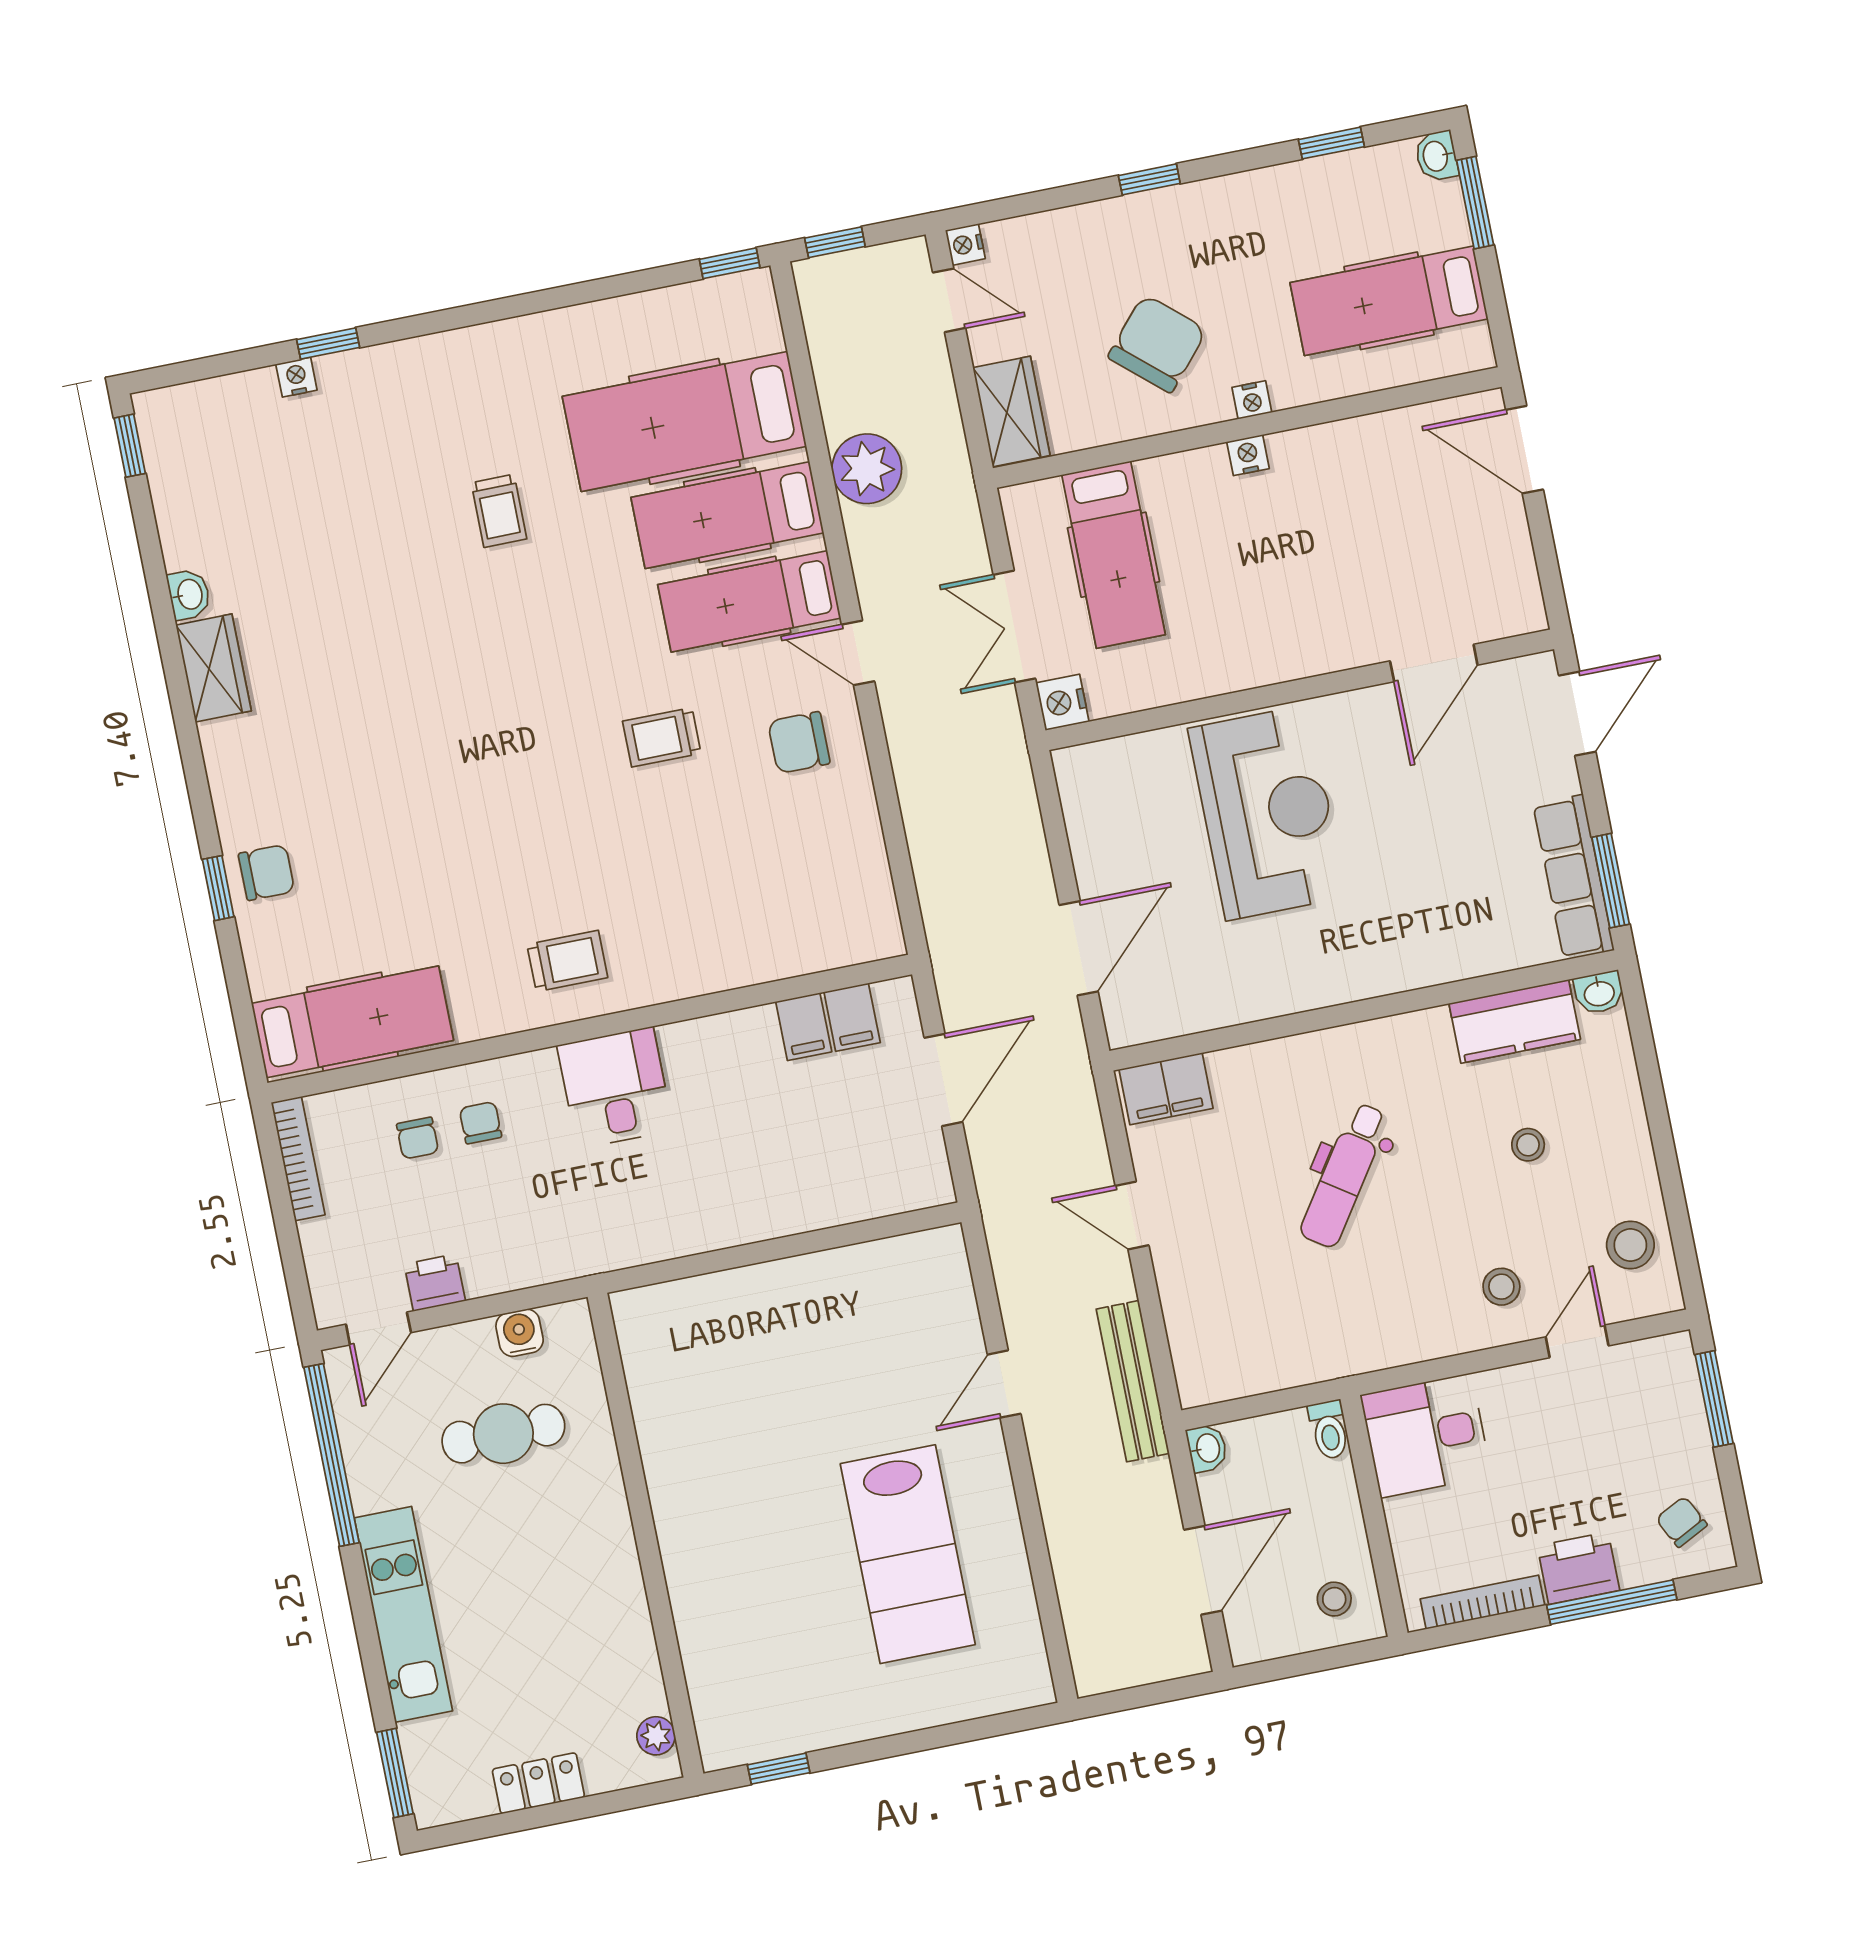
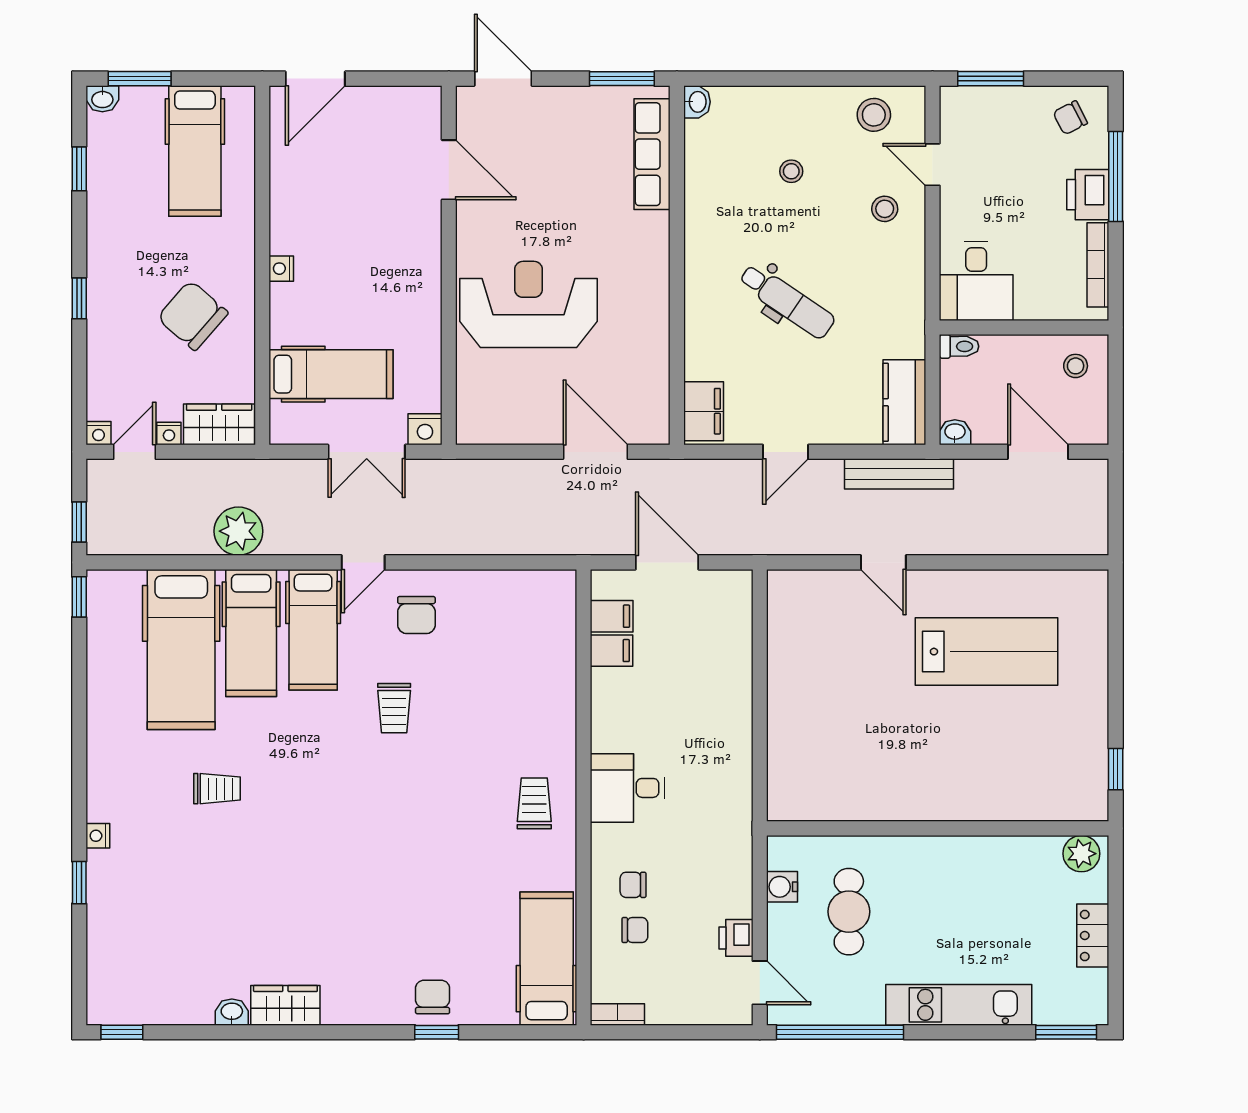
nightstand: (296, 377) -> (98, 836), moved
nightstand: (1252, 400) -> (169, 434), moved, turned 90
row of seats: (1574, 877) -> (652, 154), moved, turned 90
kitchen counter: (1515, 1021) -> (904, 402), moved, turned 180
bookcase: (298, 1159) -> (617, 1015), width x0.64
plant: (656, 1736) -> (1081, 854), width x1.38, depth x1.38

